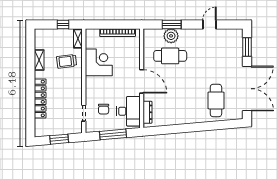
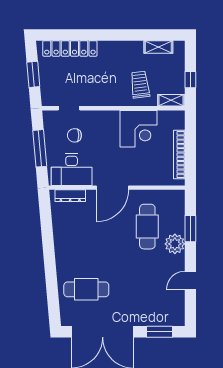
door: (210, 24) -> (190, 281), swing flipped
plant: (171, 36) -> (175, 244), moved
shelving: (39, 60) -> (158, 47), moved
locker: (40, 98) -> (70, 48), moved

